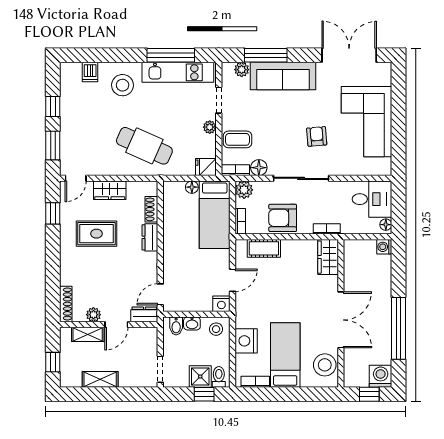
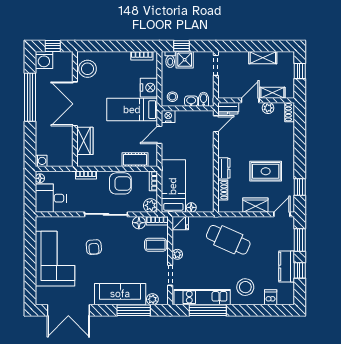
kitchen counter: (70, 112) -> (287, 267), added
wardrobe: (328, 257) -> (85, 141), moved
shoe rack: (66, 304) -> (290, 112), width x0.70
bed: (285, 355) -> (132, 110), moved, turned 90

